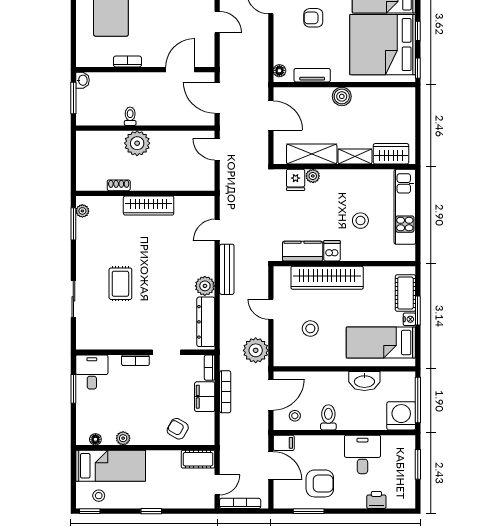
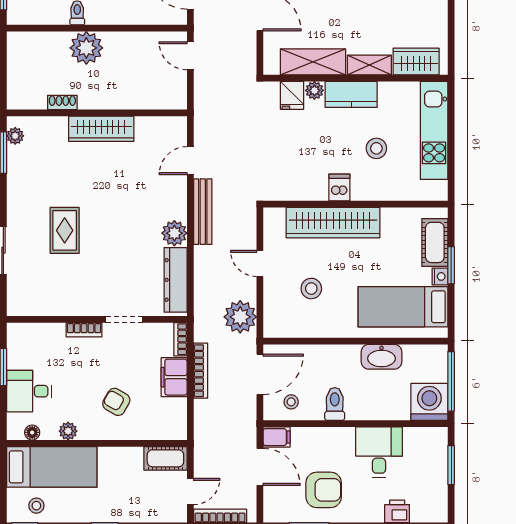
kitchen counter: (303, 251) -> (351, 94), moved, turned 180
desk: (92, 372) -> (29, 391), moved, turned -90
armchair: (178, 429) -> (116, 402), moved

